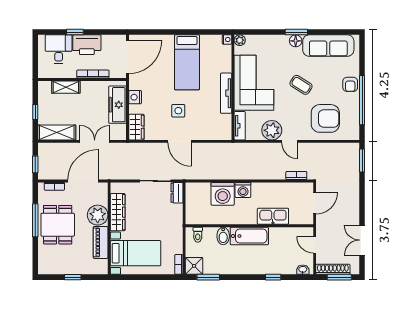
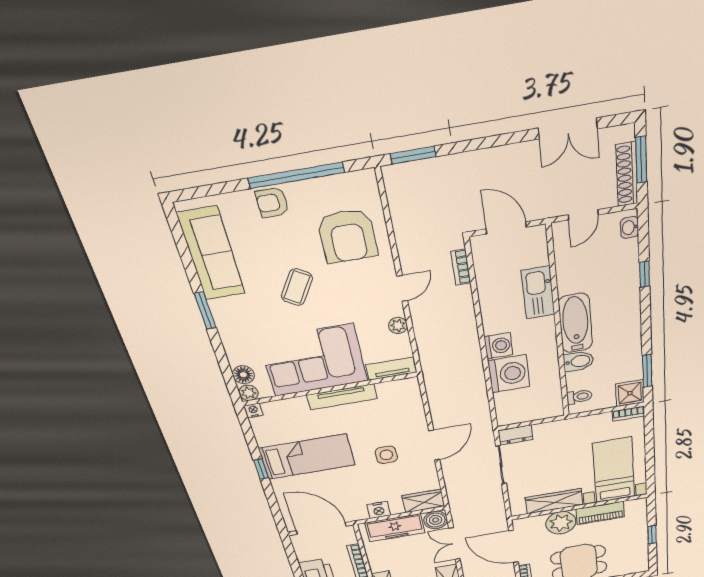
window: (183, 32) -> (261, 469), added
floor lamp: (296, 41) -> (243, 375), moved
armchair: (350, 84) -> (272, 203), turned 180
armchair: (325, 118) -> (347, 236), turned 180
plant: (272, 130) -> (398, 326), width x0.53, depth x0.53
boiler: (118, 132) -> (436, 520), added

